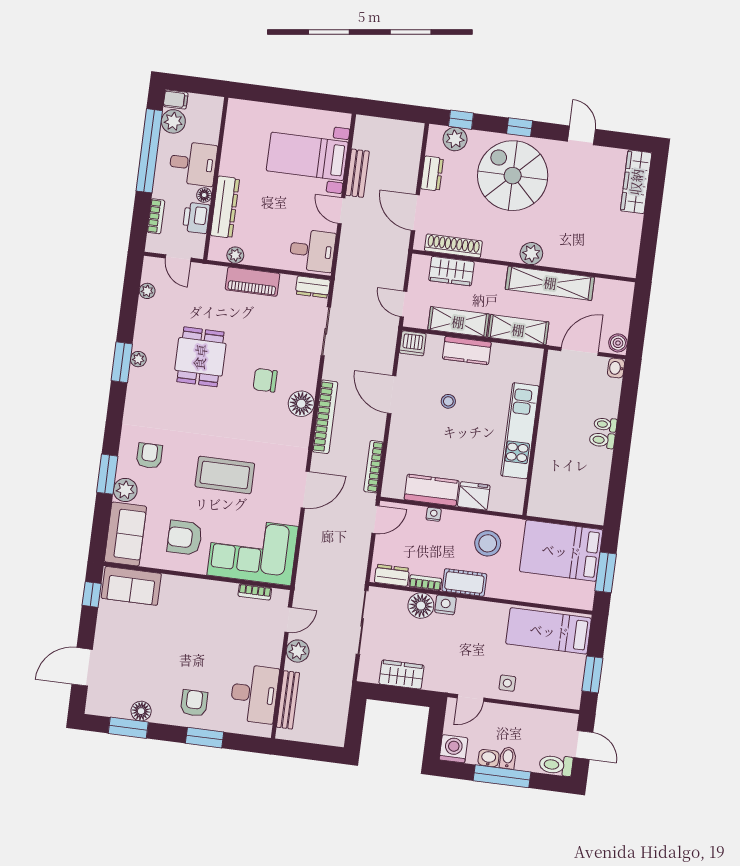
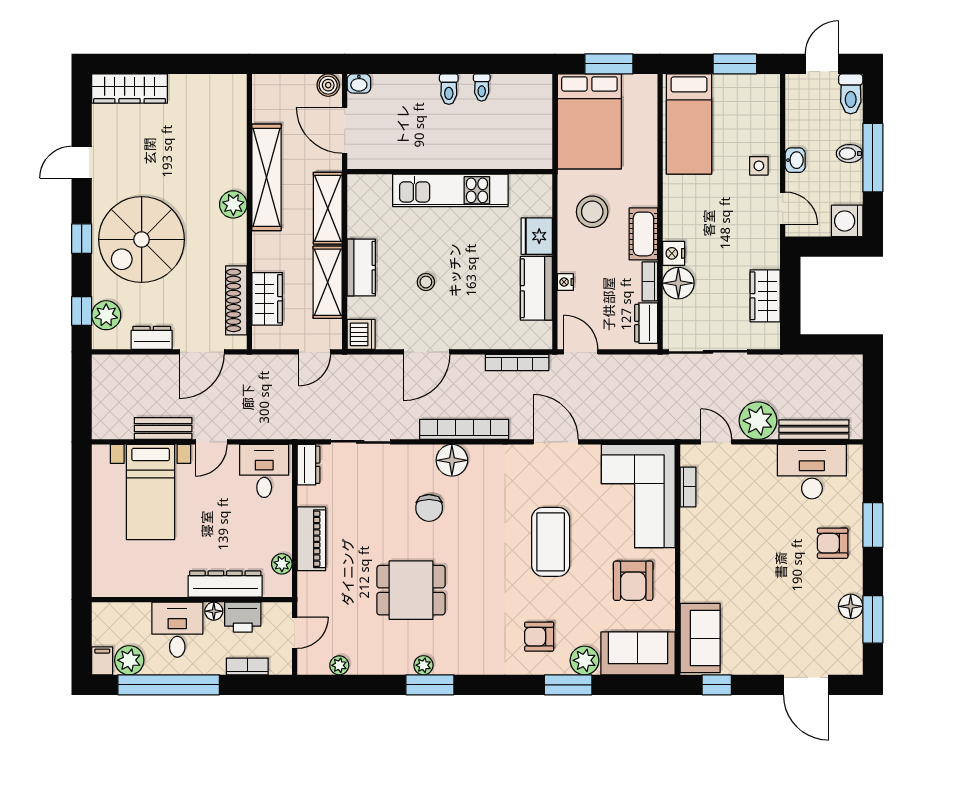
toilet: (605, 424) -> (482, 87), moved
plant: (298, 651) -> (758, 421), width x1.36, depth x1.36
washbasin: (489, 758) -> (795, 160), moved, turned 180

